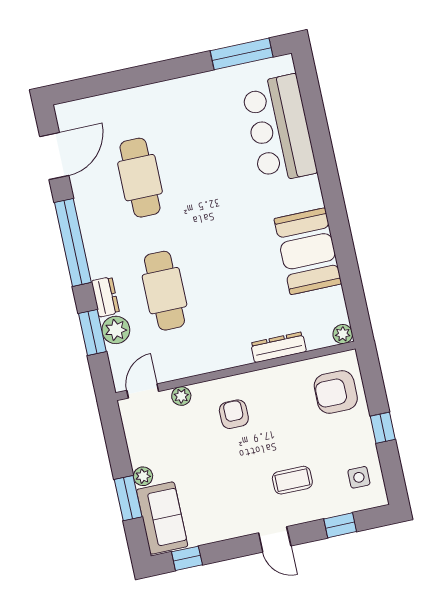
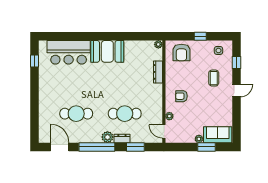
window: (242, 54) -> (34, 61), width x0.46
booth: (308, 251) -> (107, 51), moved
plant: (116, 330) -> (107, 137), moved
window: (187, 558) -> (236, 128), removed

